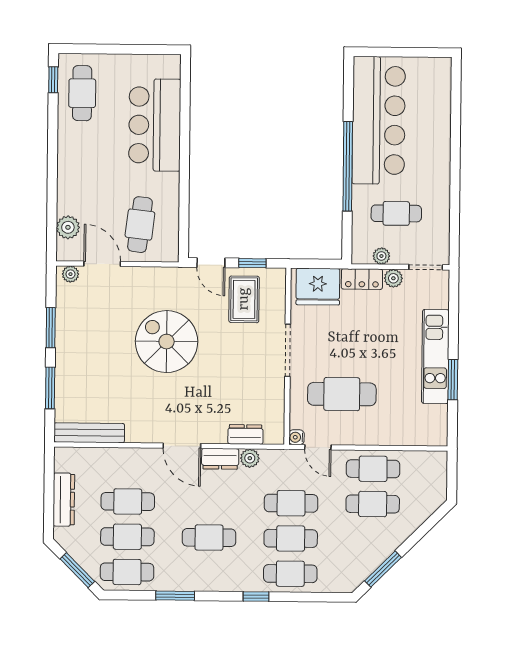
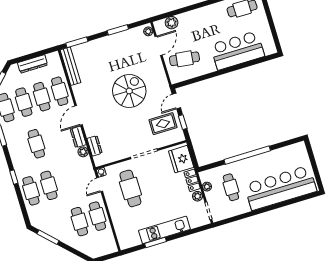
bar counter: (379, 120) -> (280, 188), moved, turned 180
window: (50, 388) -> (77, 42), moved
cafe table: (291, 503) -> (60, 91), moved

